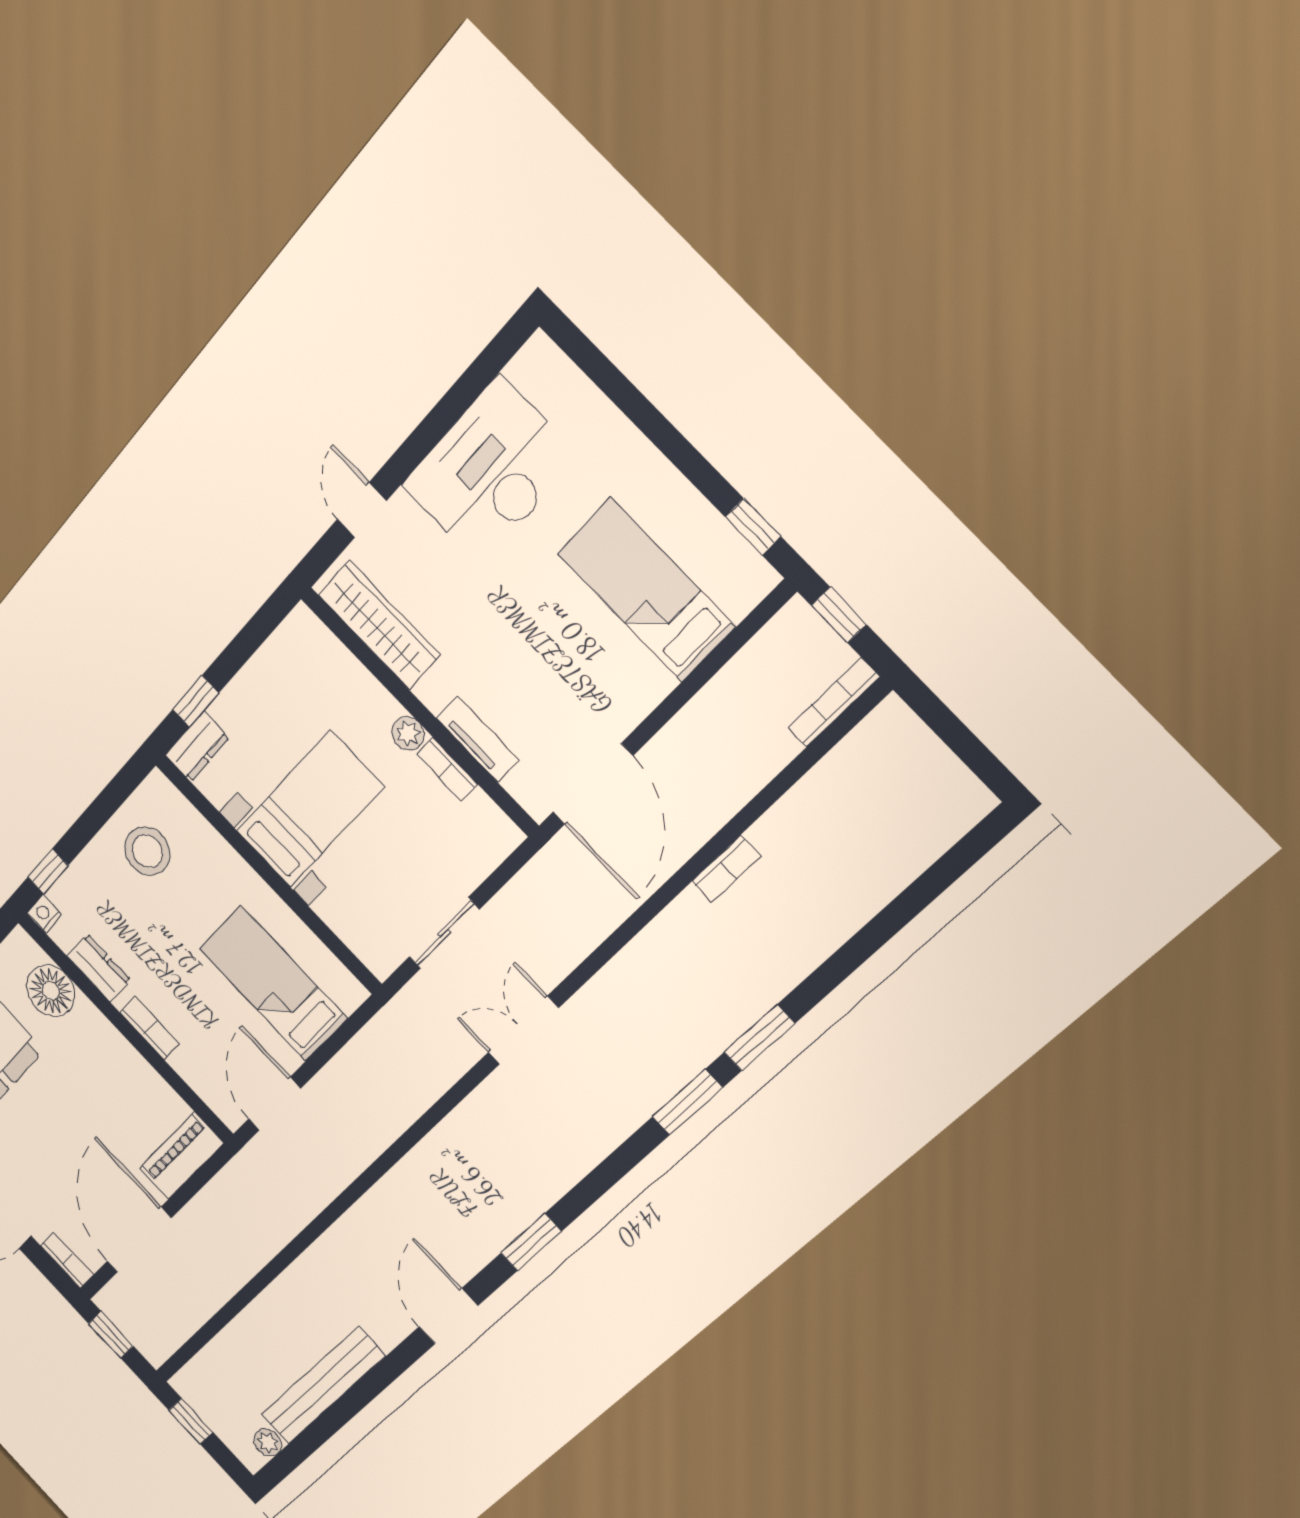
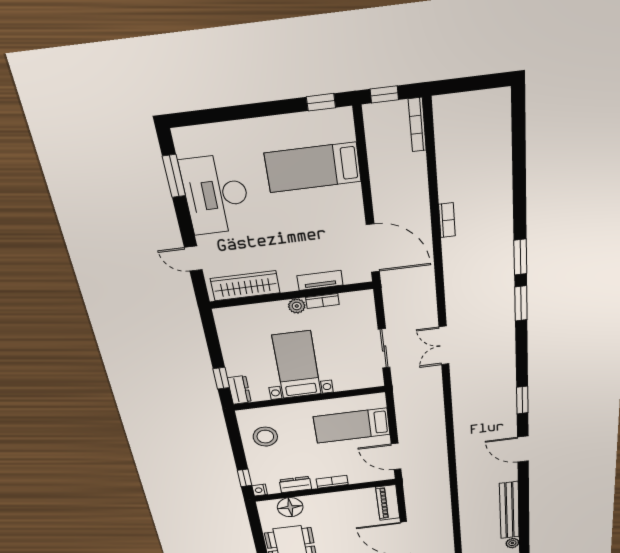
window: (470, 385) -> (174, 176), added

